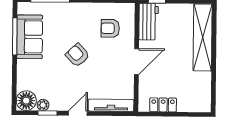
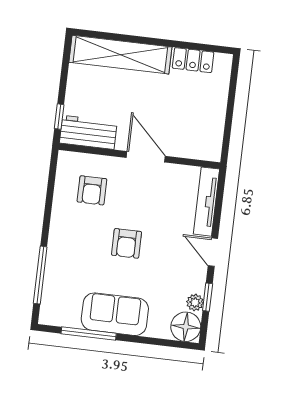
sofa: (30, 37) -> (115, 314), moved
armchair: (77, 55) -> (127, 243), turned -47
locker: (163, 105) -> (193, 60), moved, turned -90

